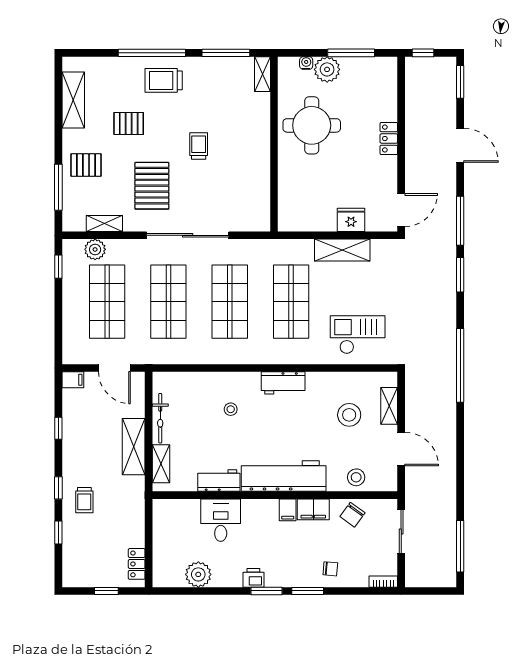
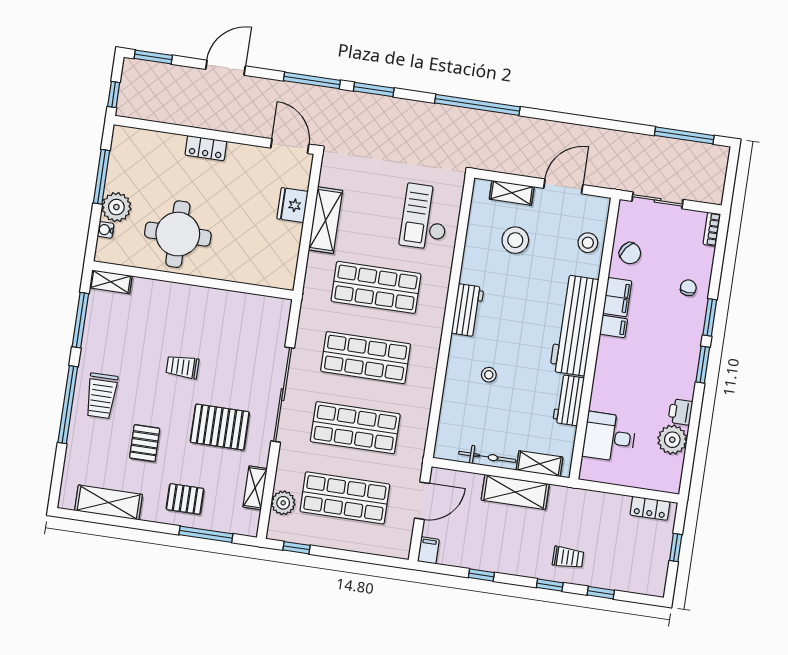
pallet: (86, 165) -> (185, 499), turned 90
desk: (221, 520) -> (609, 437), moved
printer: (253, 578) -> (680, 412), moved

